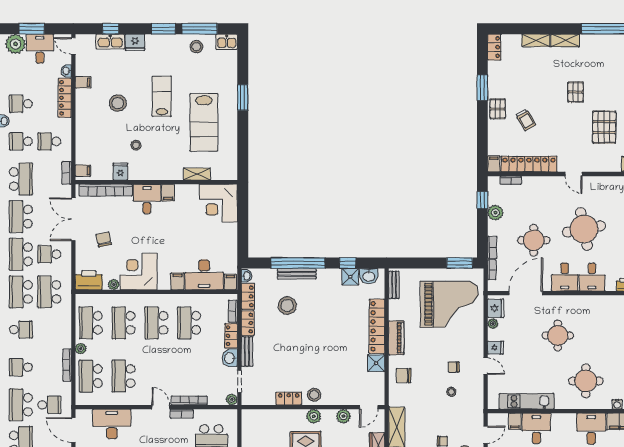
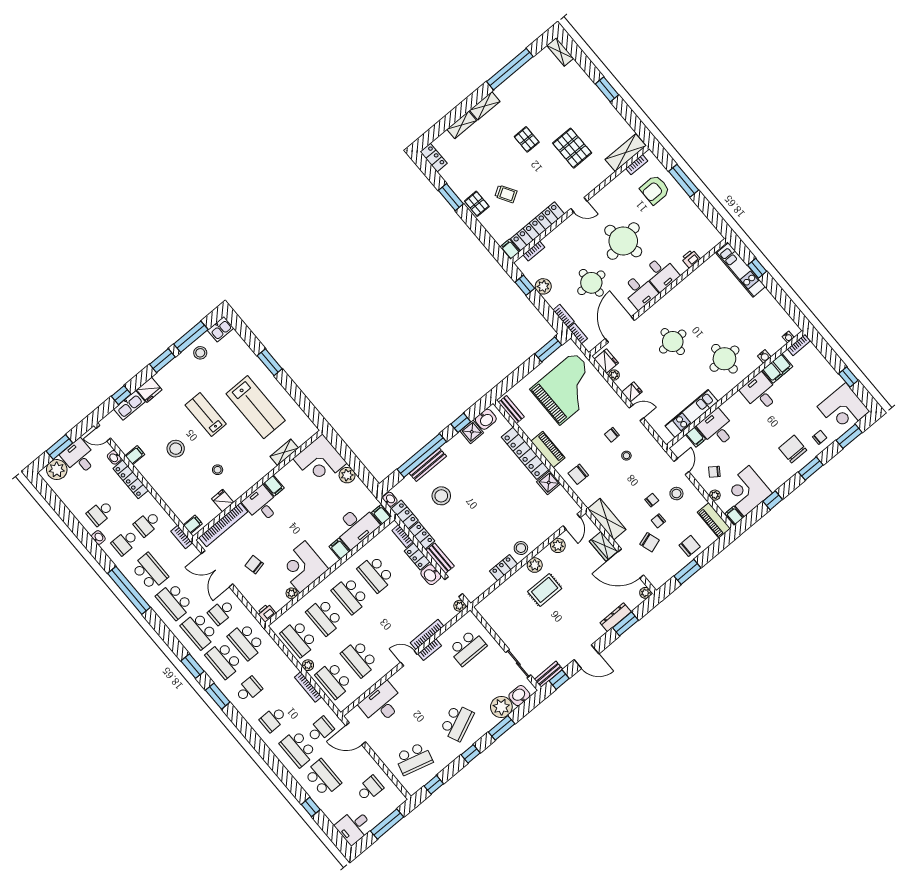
plant: (230, 231) -> (347, 475), added
printer: (89, 280) -> (266, 613), width x0.53, depth x0.68

